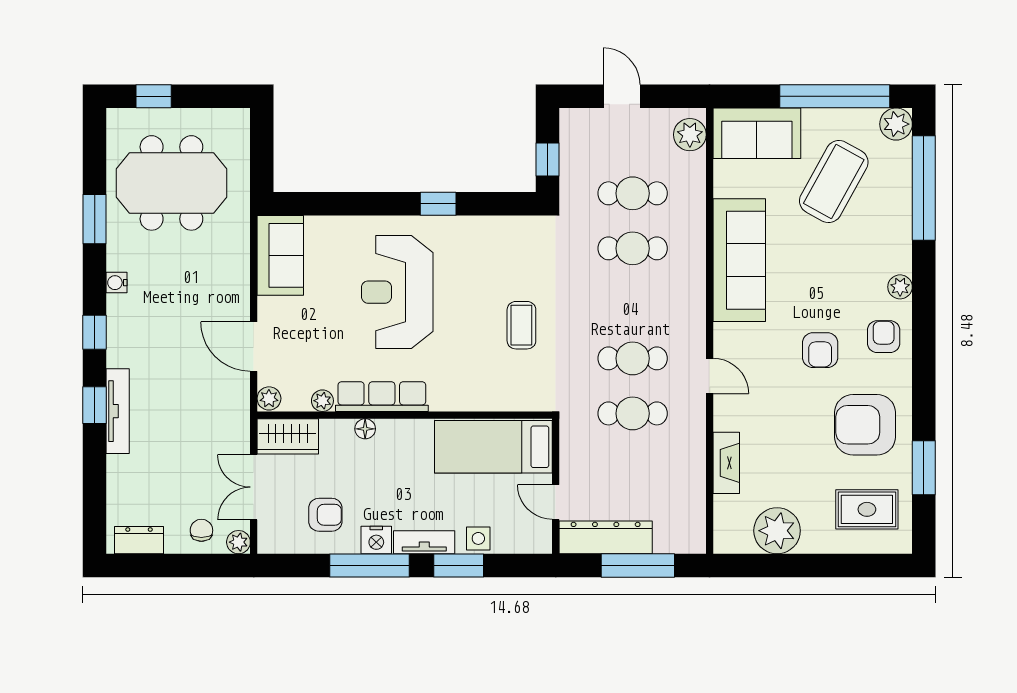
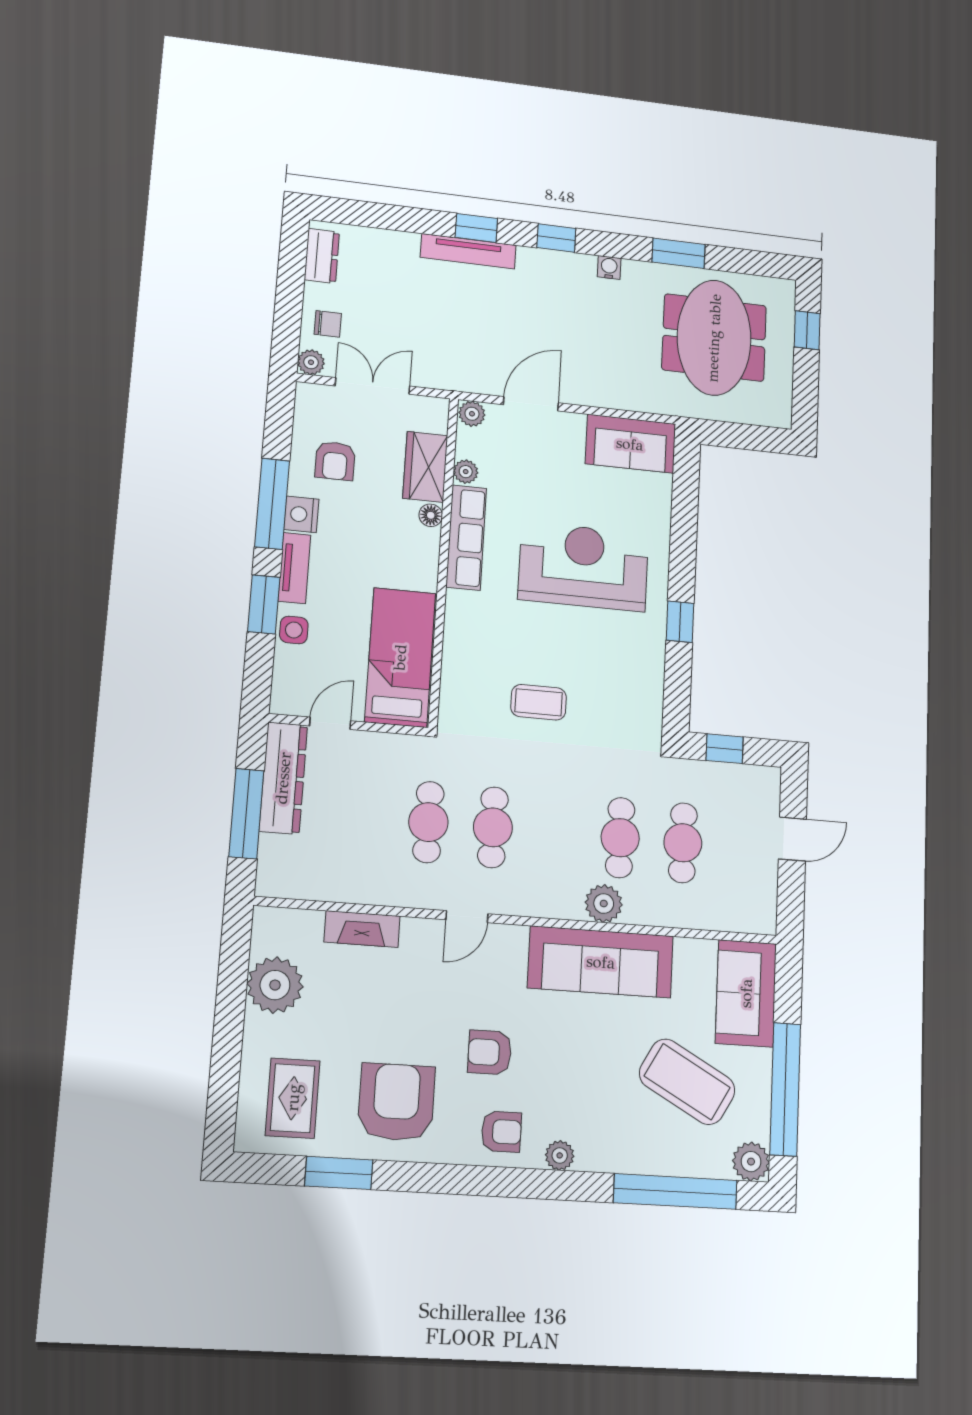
plant: (690, 135) -> (604, 904), moved
wardrobe: (288, 436) -> (425, 467), moved

